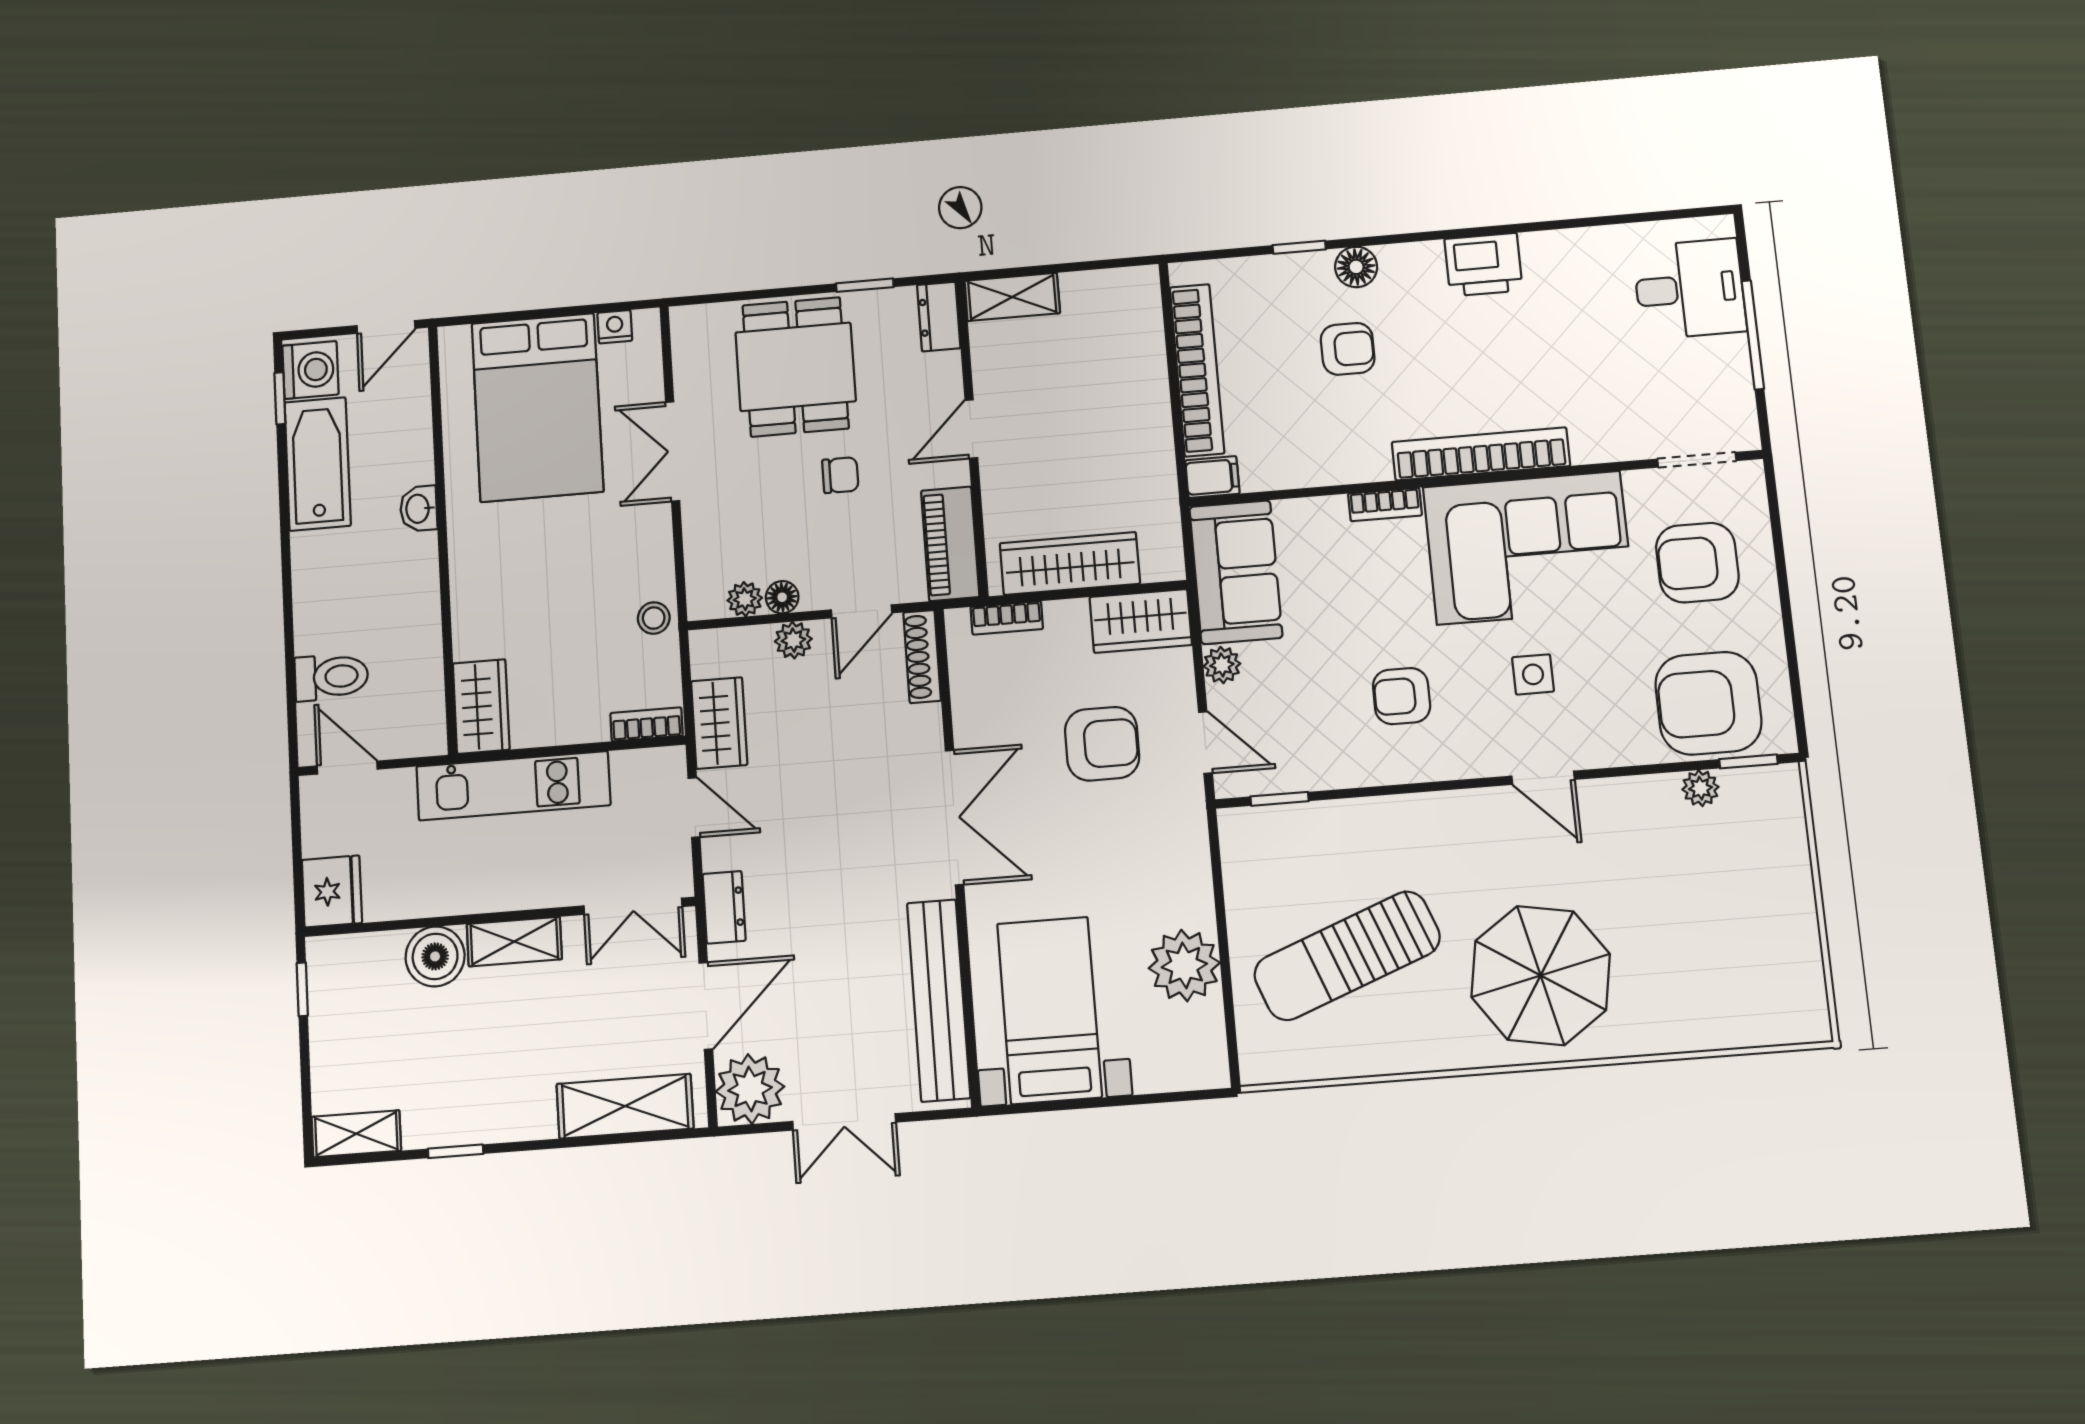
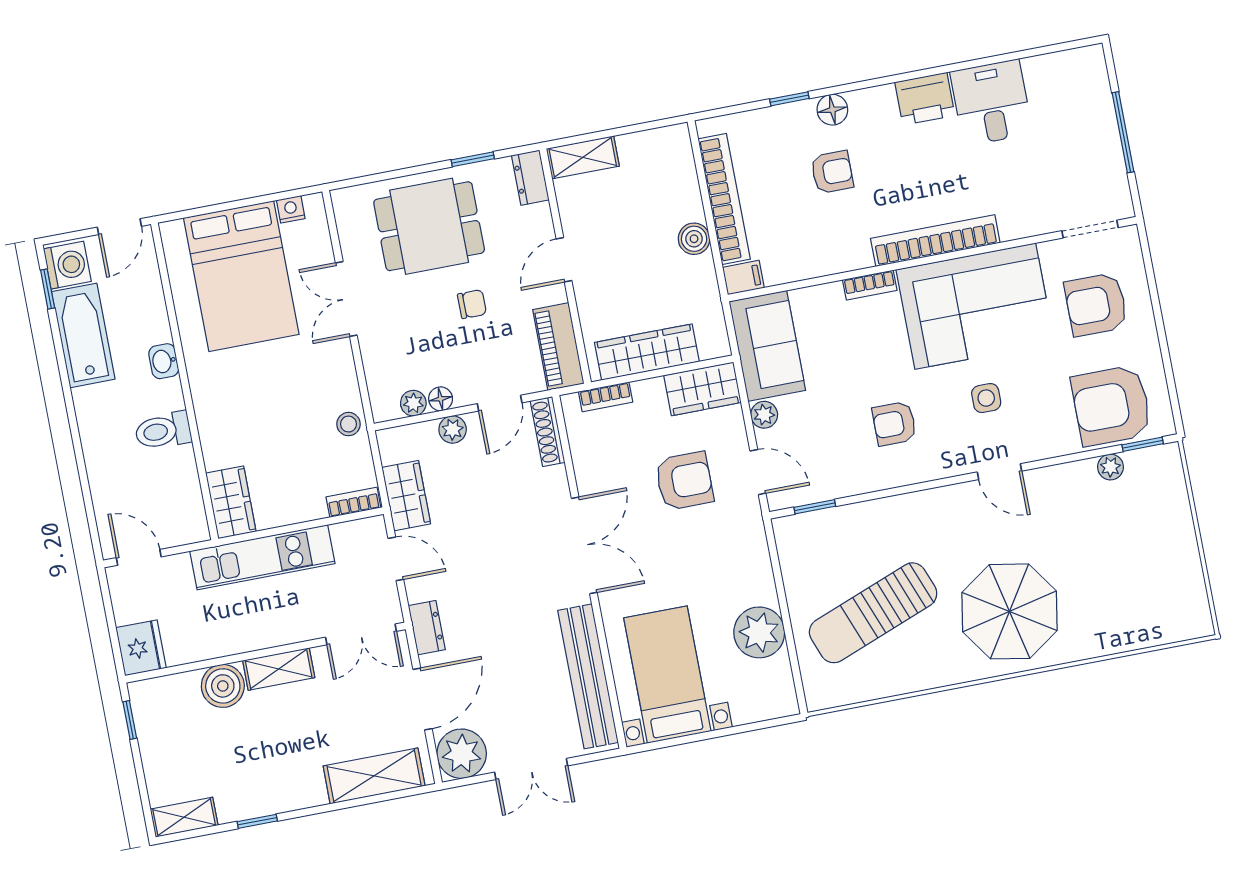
desk: (1689, 289) -> (991, 103), moved, turned -90
dining table: (796, 367) -> (429, 226), turned 90
boiler: (1151, 419) -> (694, 239), added
toilet: (331, 677) -> (163, 431), moved, turned 180

